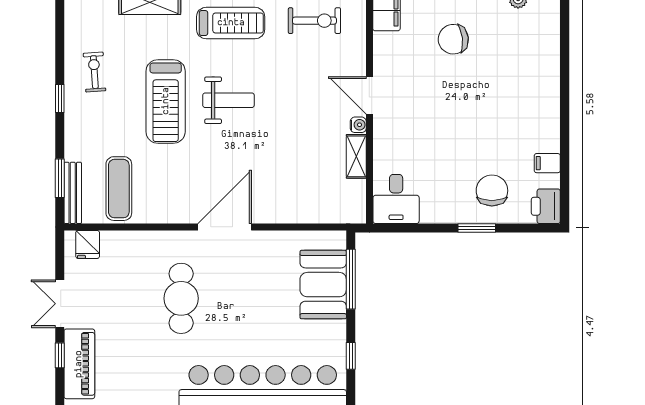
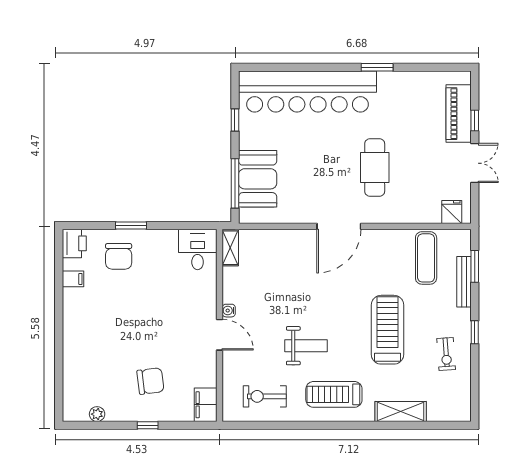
weight bench: (228, 100) -> (306, 346), moved, turned 180
shelving: (356, 156) -> (230, 248), moved
bench: (73, 193) -> (464, 282), moved

